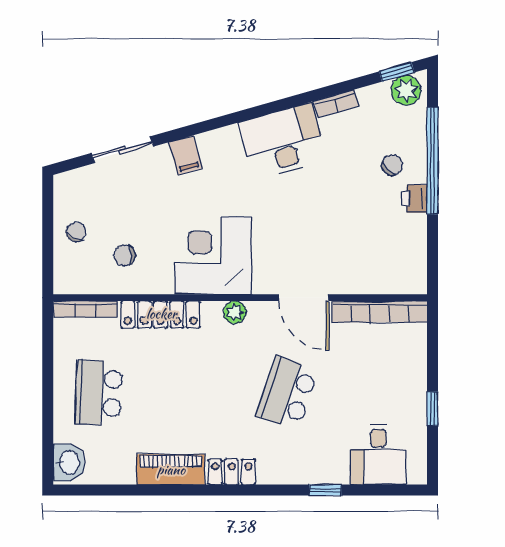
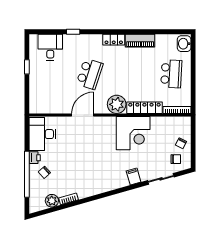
window: (397, 72) -> (42, 213), removed
plant: (406, 90) -> (52, 201), moved
desk: (282, 141) -> (42, 134), moved, turned 106
chair: (125, 255) -> (176, 159), moved
corner desk: (213, 256) -> (133, 133), moved
door: (304, 298) -> (83, 115), hinge flipped
plant: (235, 312) -> (117, 104), width x1.88, depth x1.88
bookcase: (380, 312) -> (50, 109), removed

